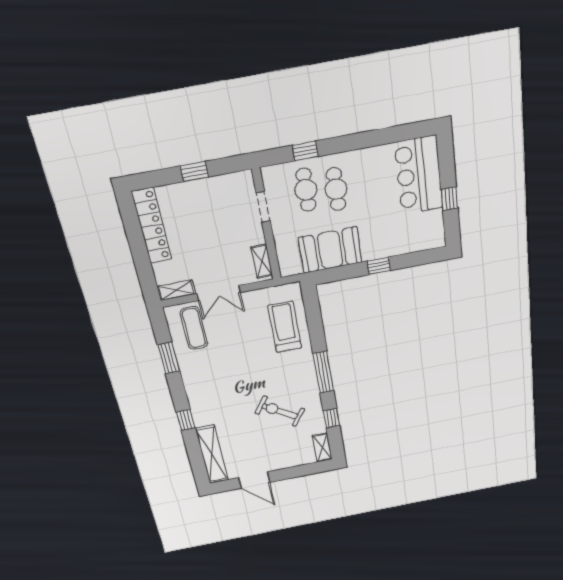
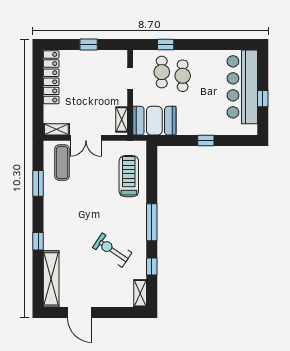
bar counter: (419, 175) -> (242, 87), width x1.36
booth: (330, 250) -> (154, 121), moved

